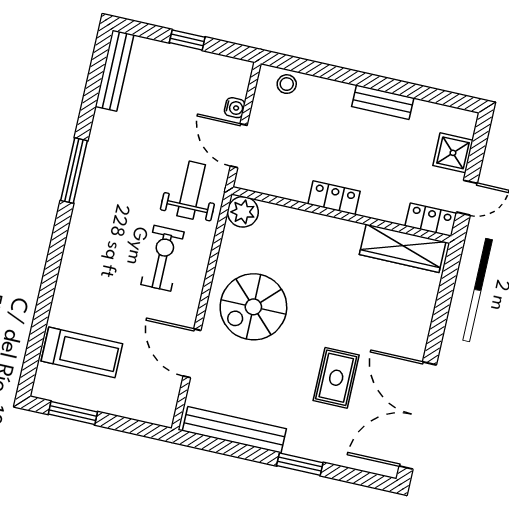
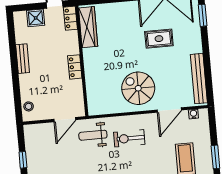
water cooler: (235, 108) -> (193, 114), moved
plant: (243, 212) -> (95, 108), removed
spiral stairs: (253, 307) -> (138, 88), turned 180
window: (300, 464) -> (203, 15), moved

